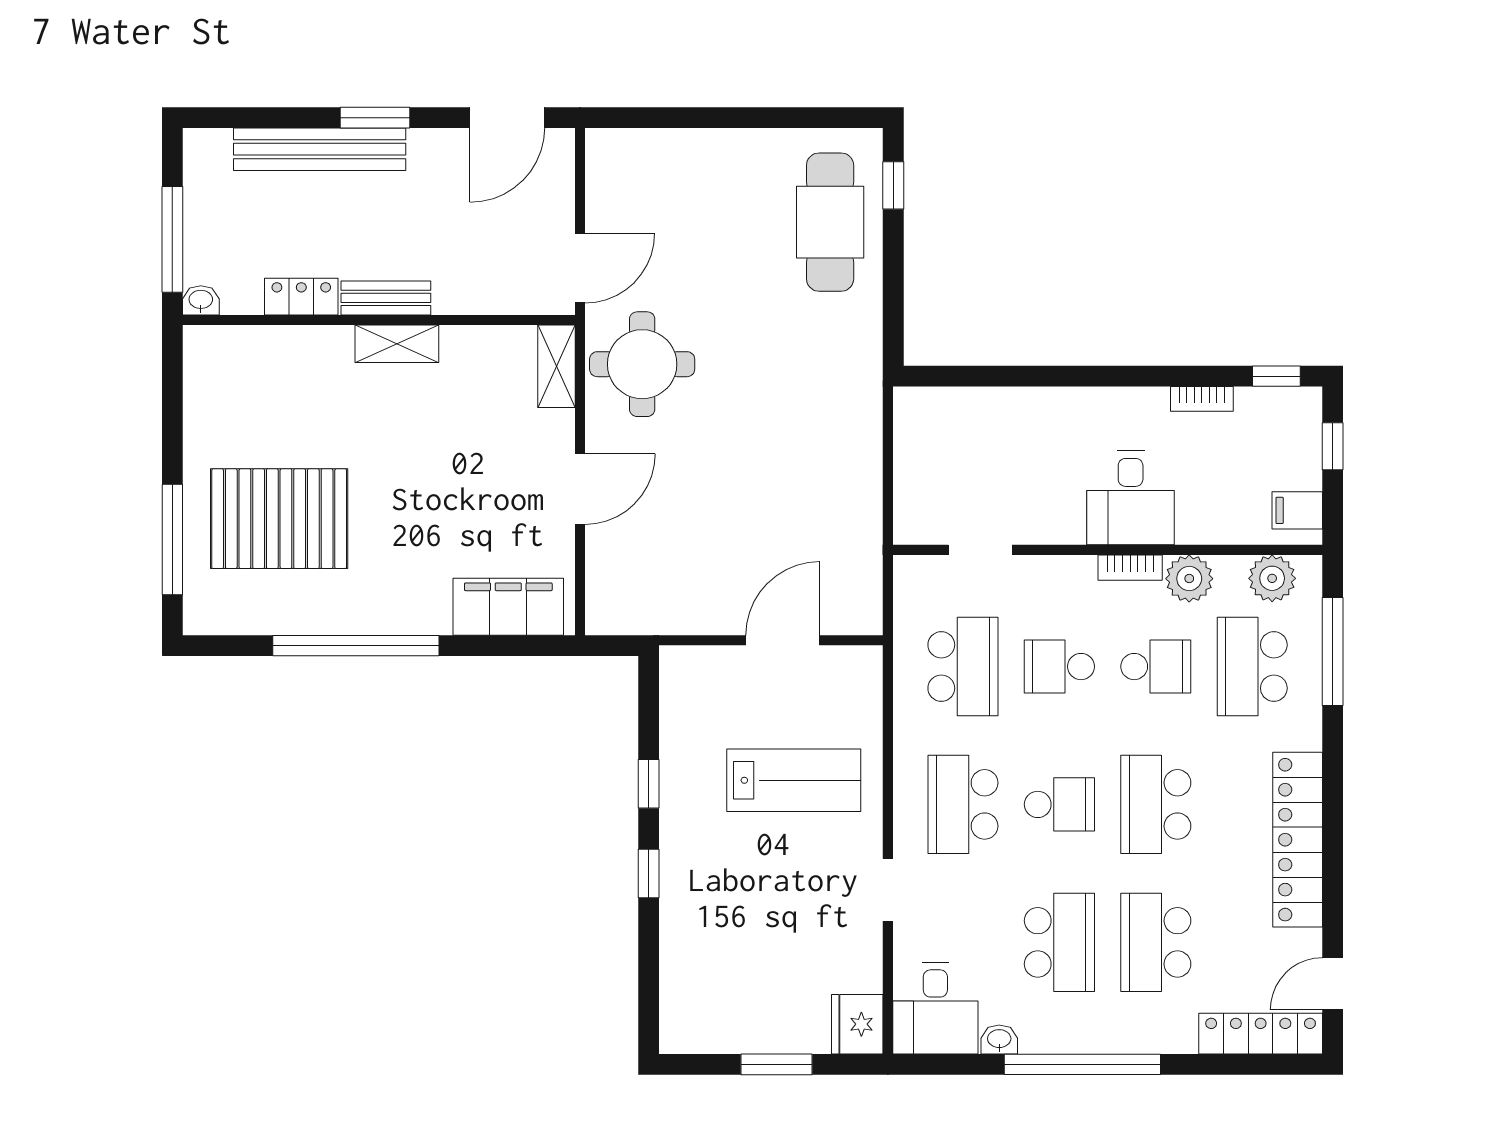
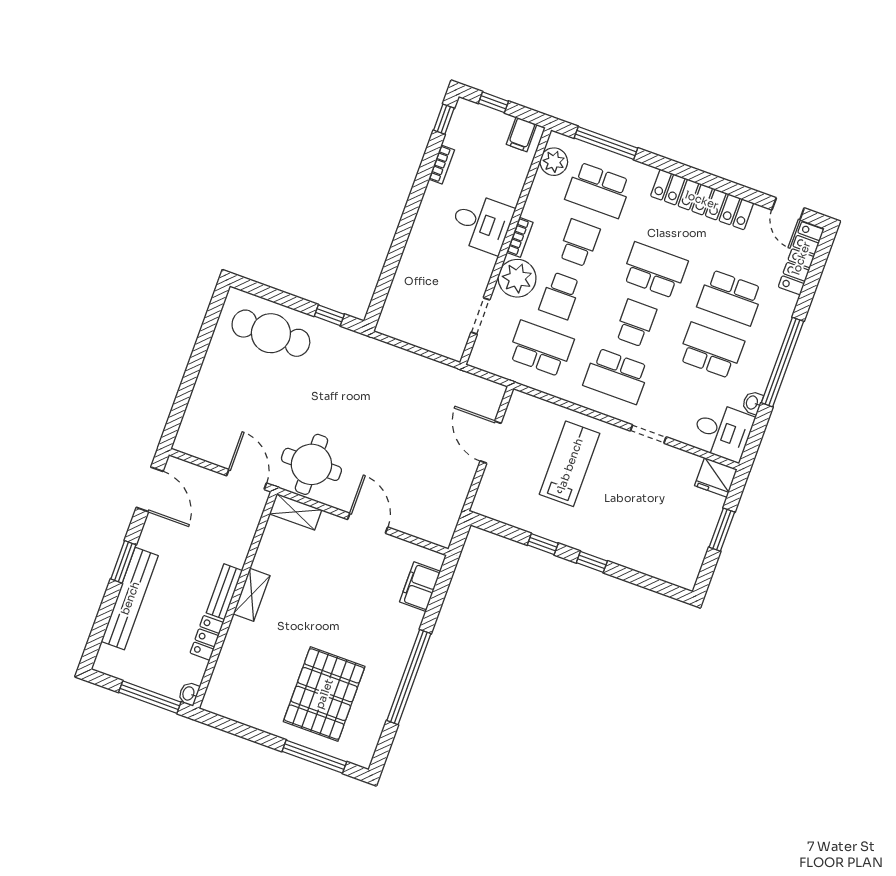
window: (893, 185) -> (329, 315), moved
plant: (1189, 579) -> (517, 278), moved, width x1.36, depth x1.36
filing cabinet: (508, 607) -> (420, 587), width x0.67, depth x0.86
school desk: (1156, 804) -> (655, 270), turned 180

